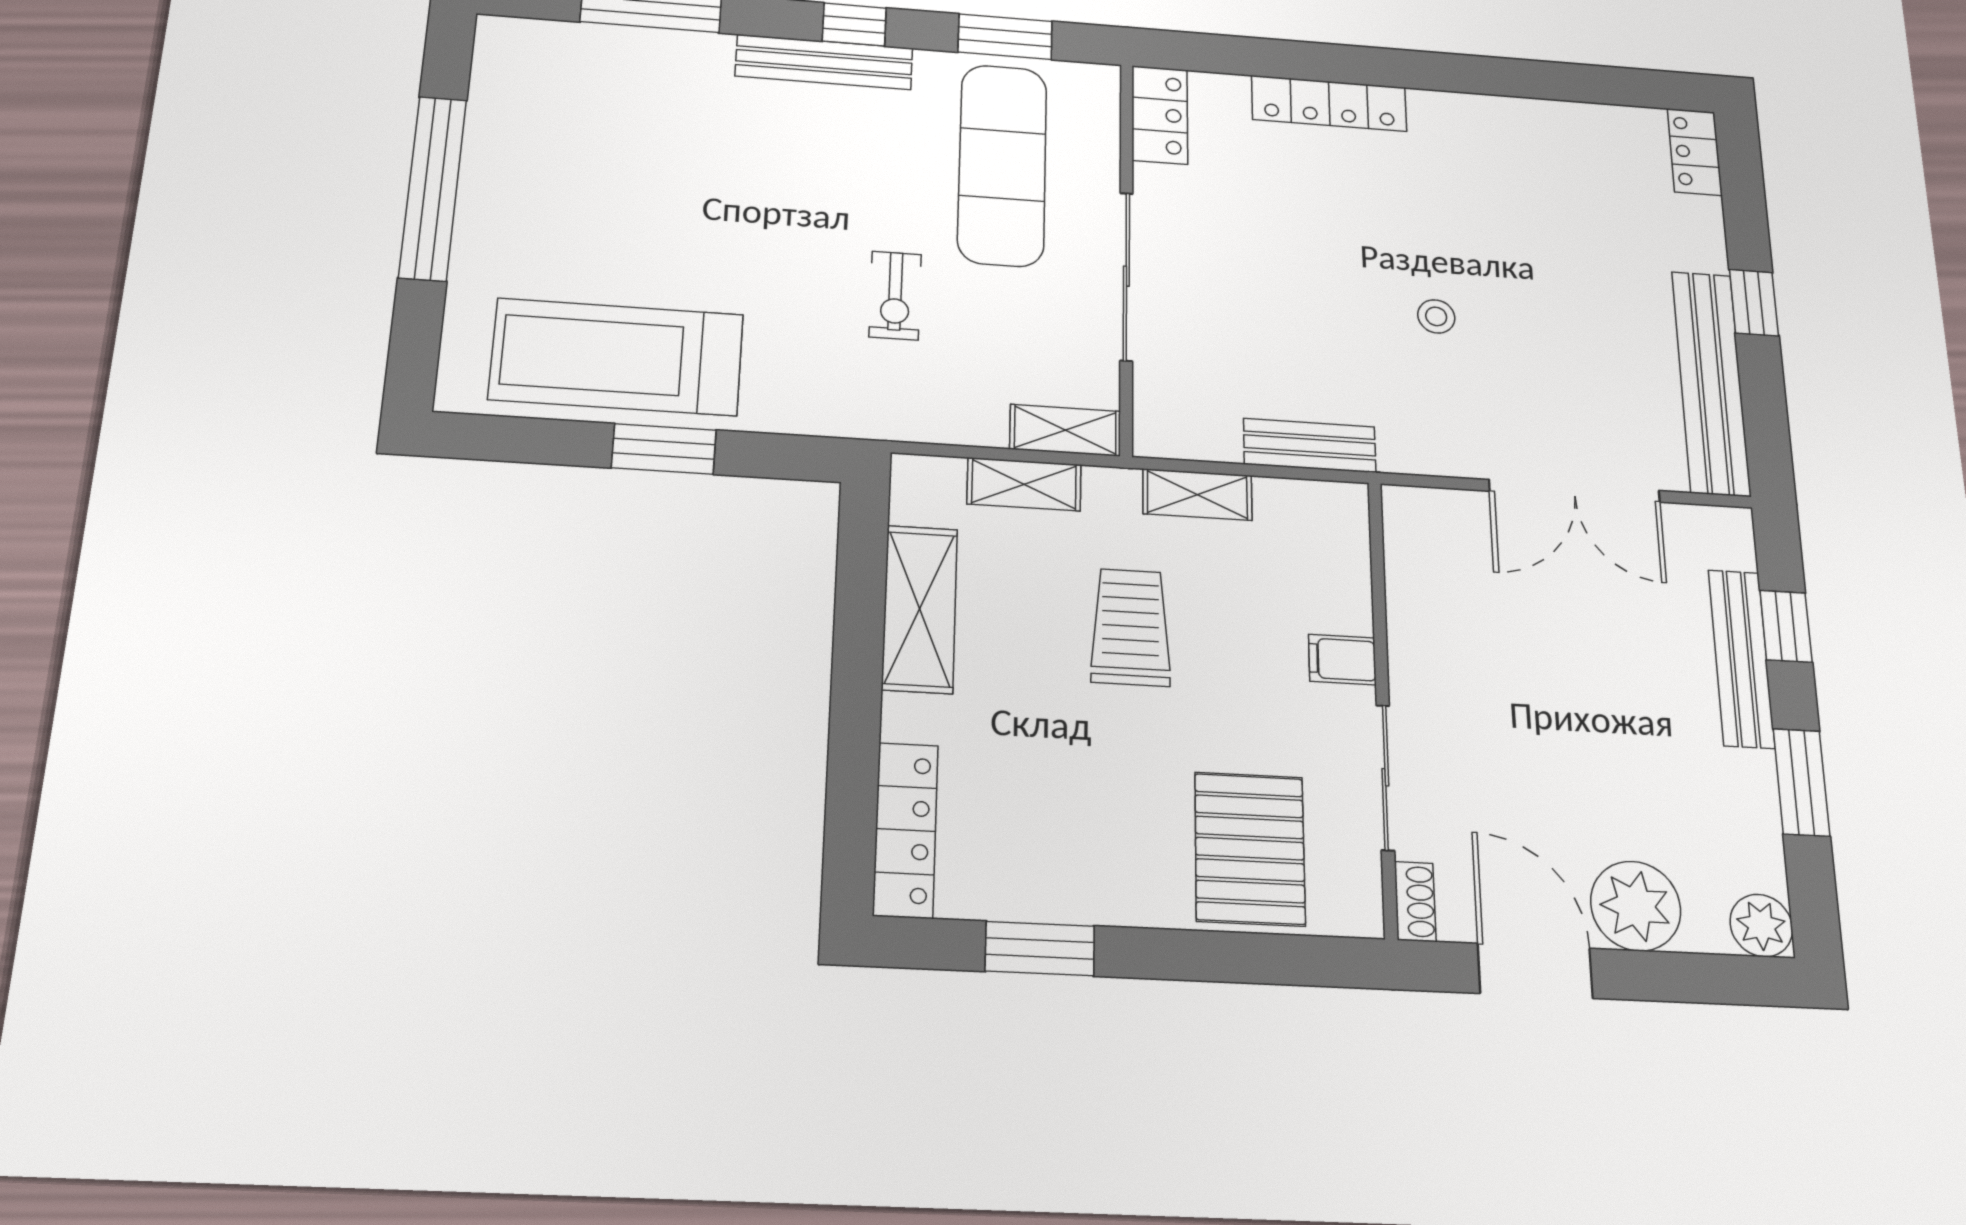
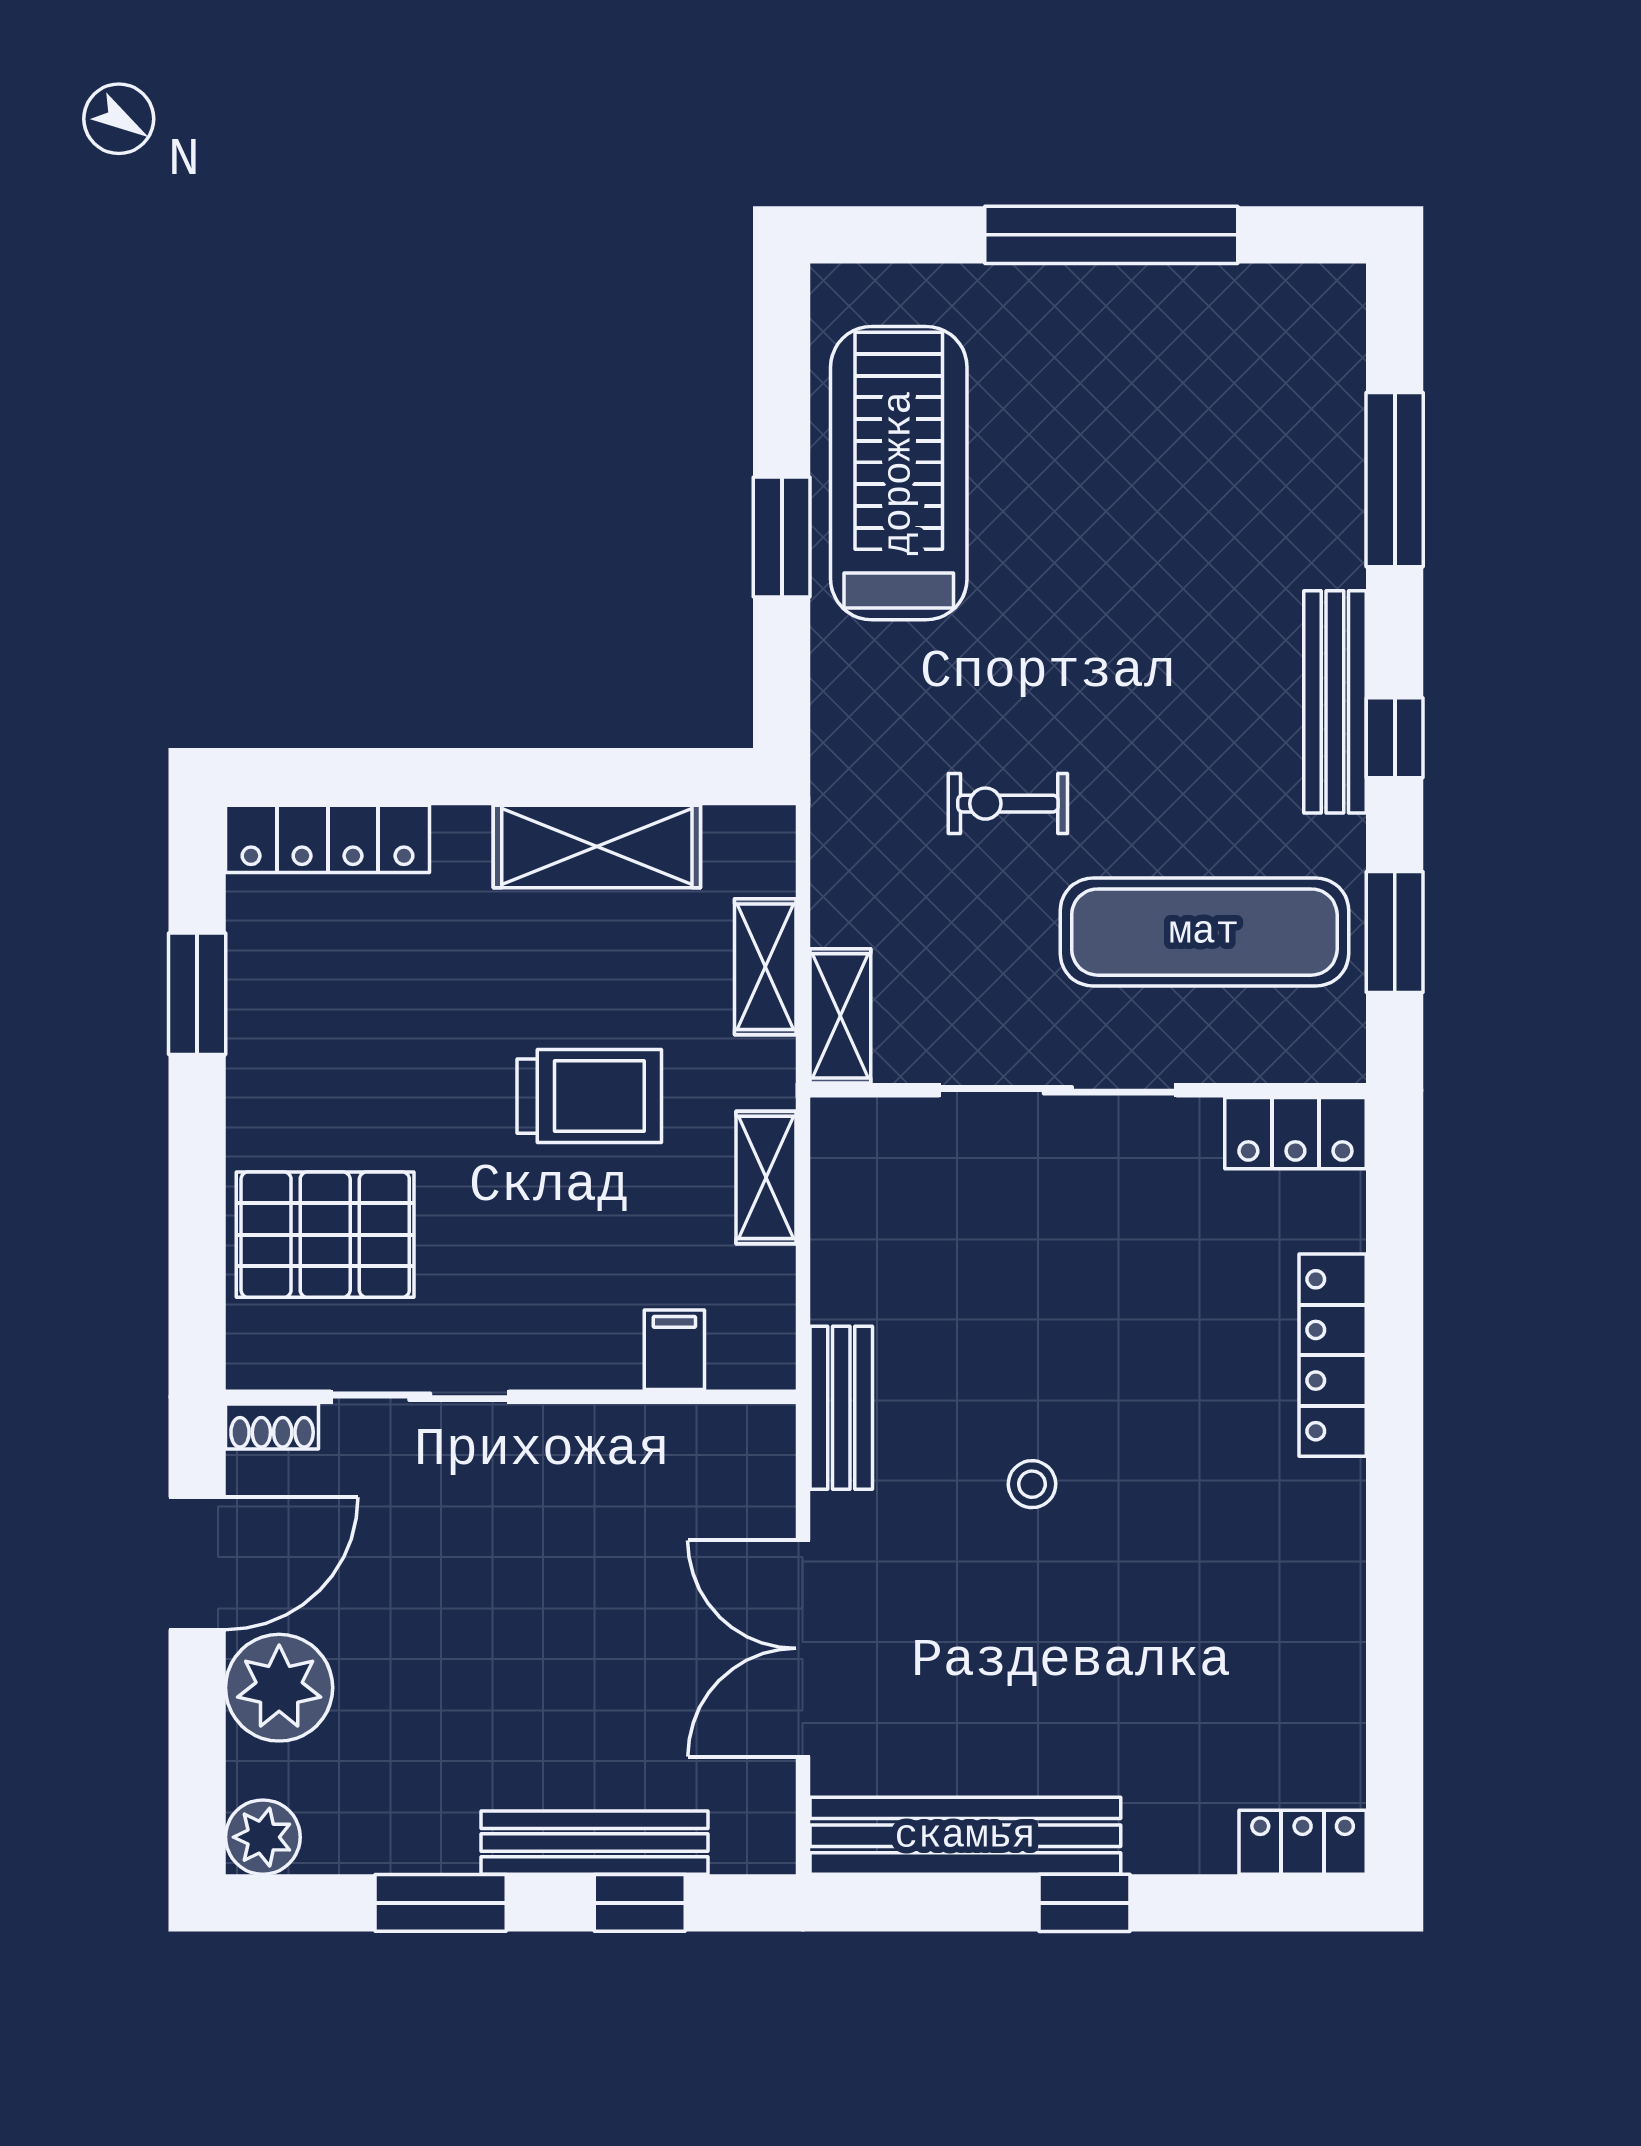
bench: (1310, 445) -> (841, 1408), moved
filing cabinet: (1342, 660) -> (674, 1350), moved

